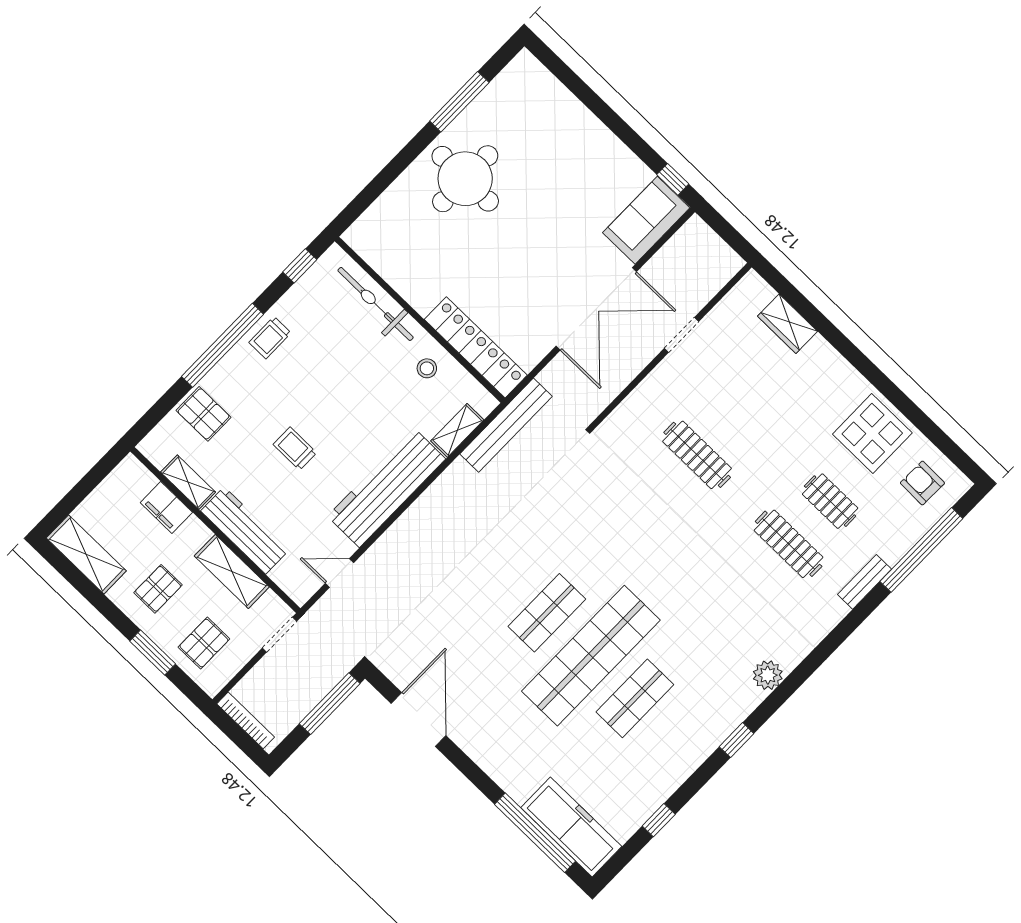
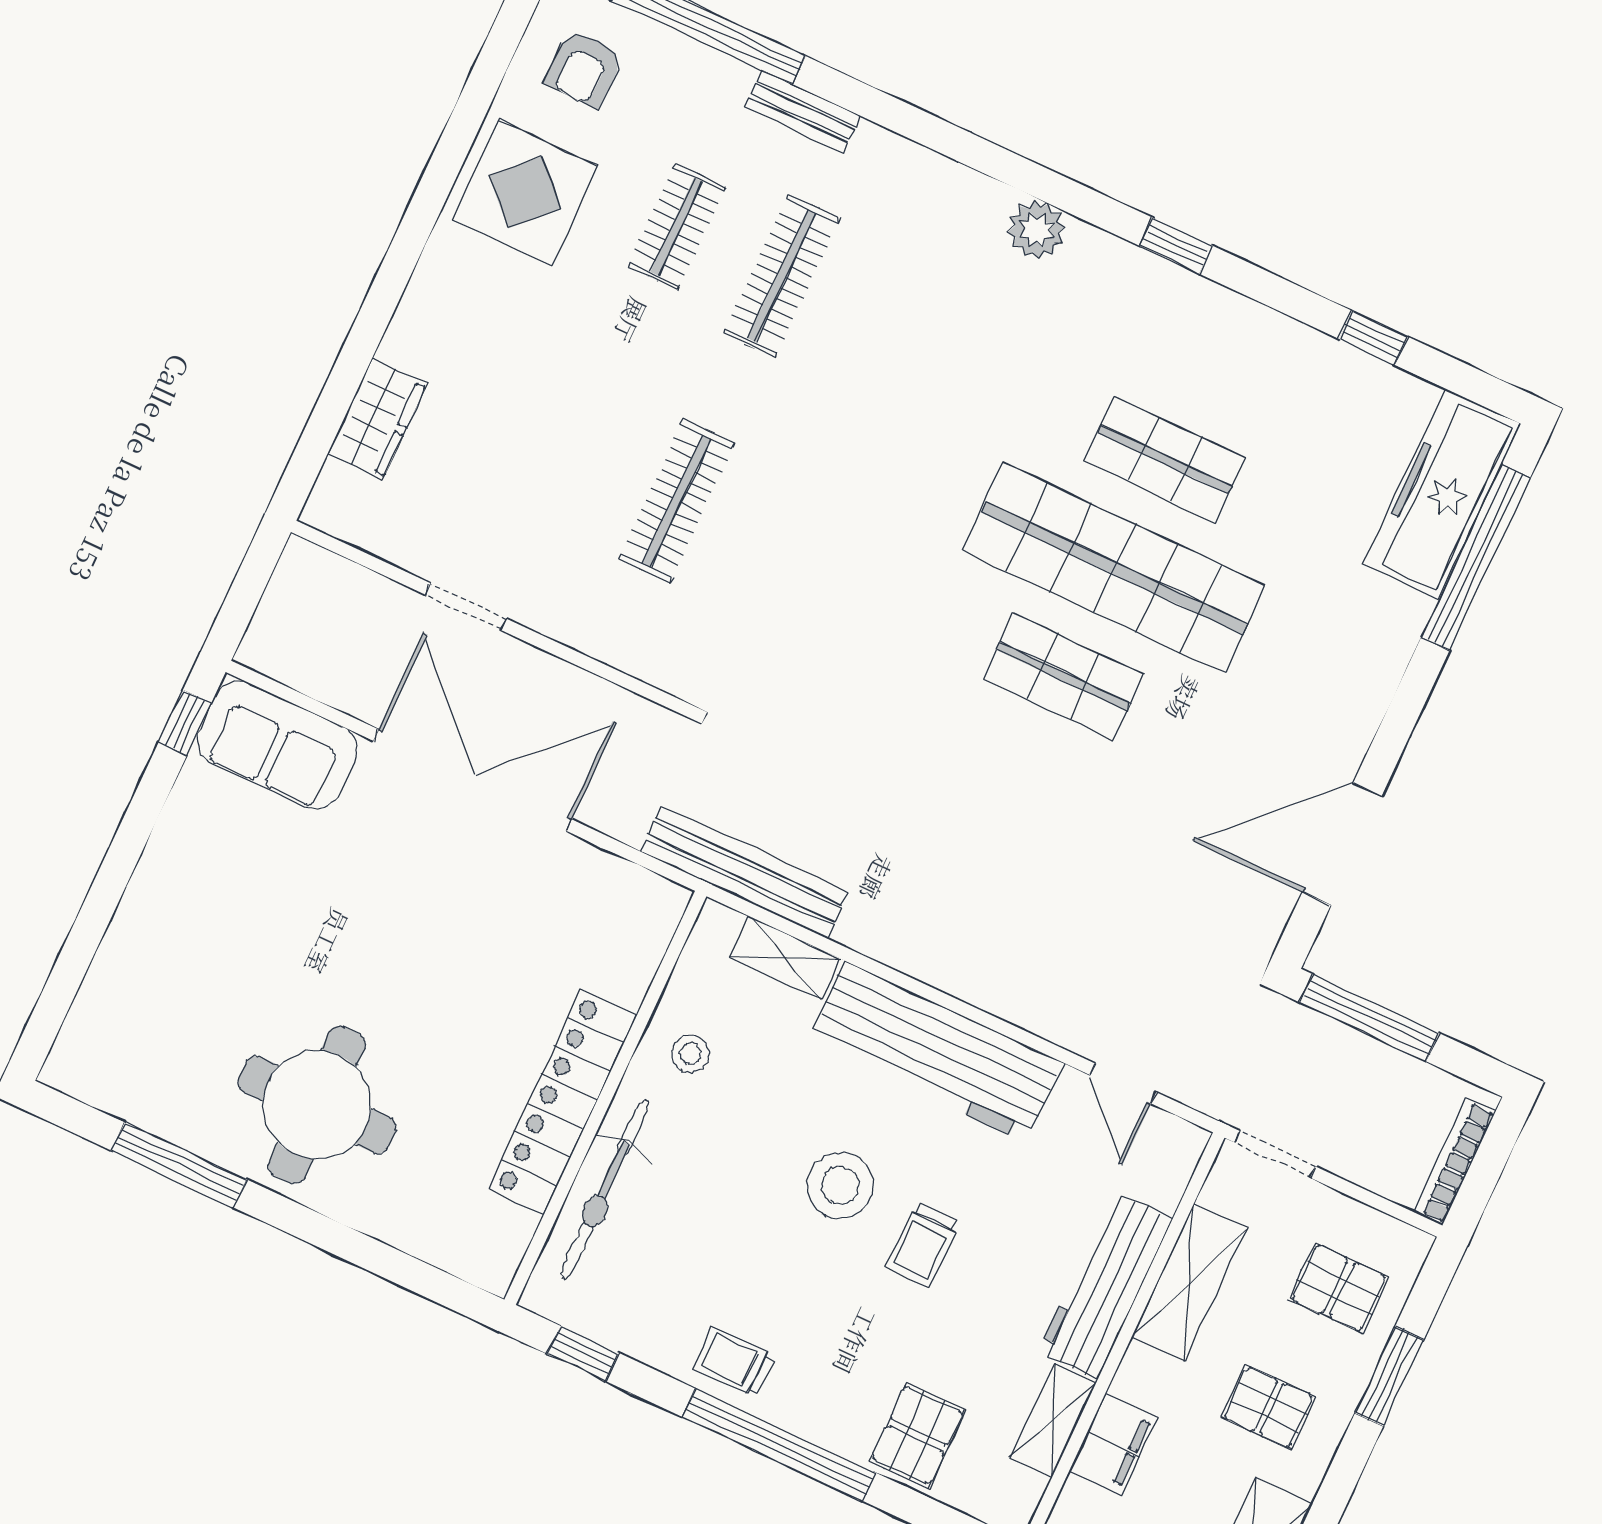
trolley: (270, 338) -> (735, 1362), turned 180
locker: (476, 347) -> (563, 1102), moved
stool: (338, 419) -> (840, 1185), added

